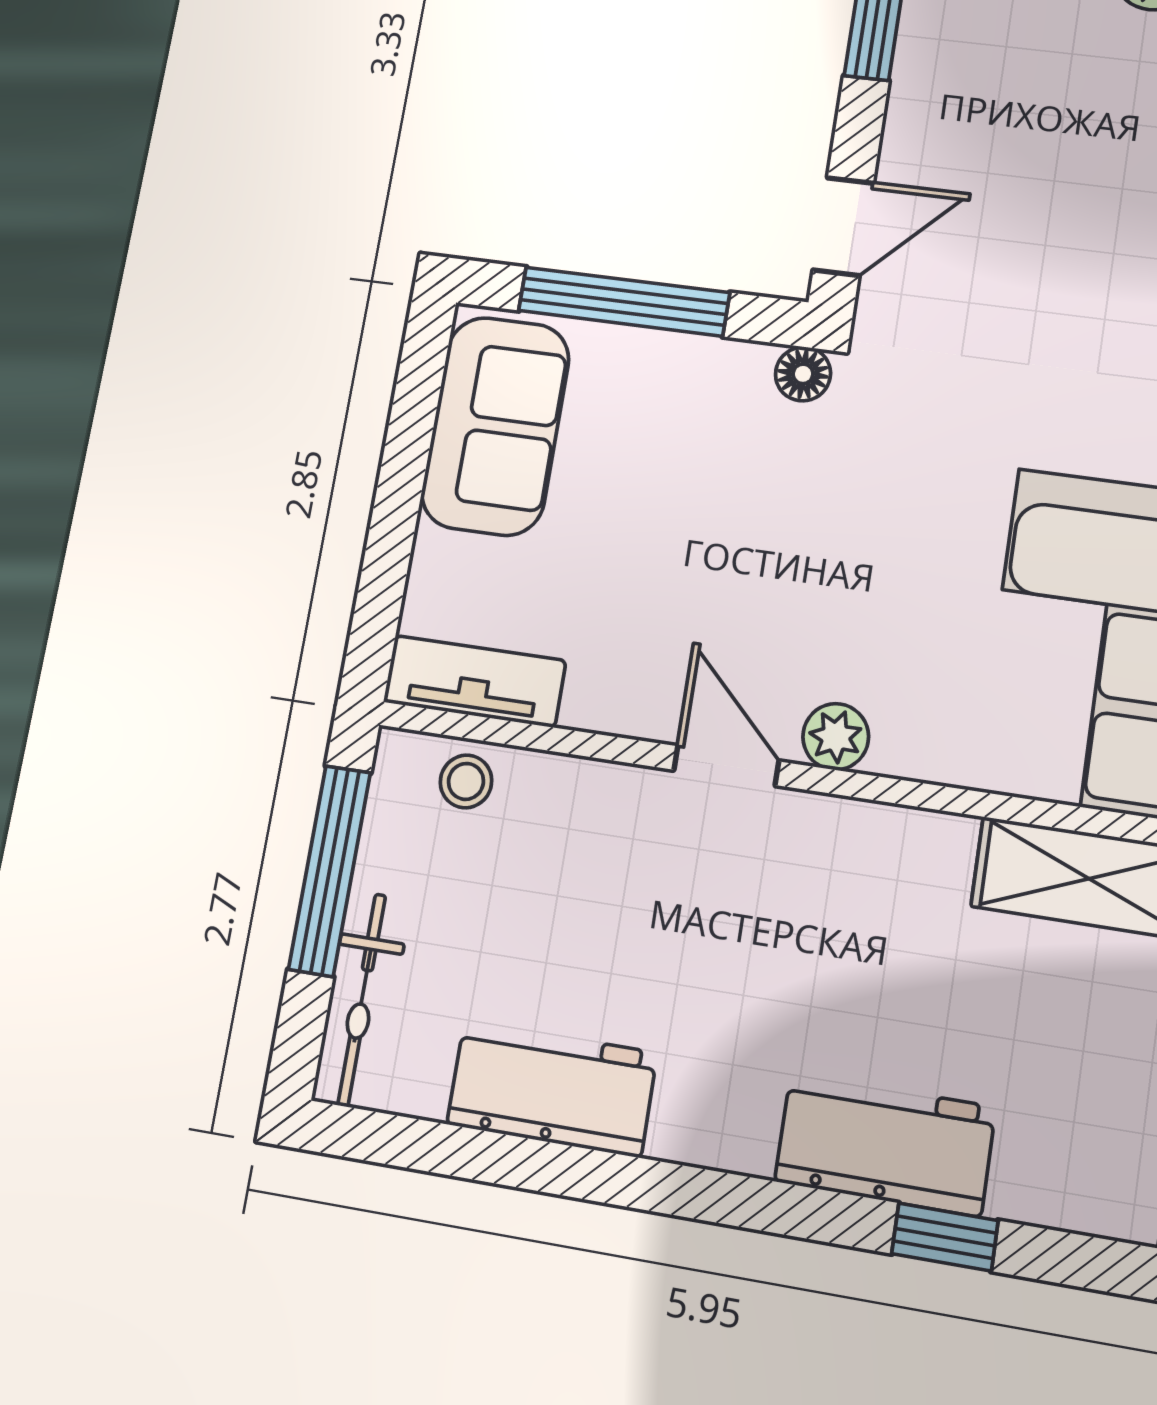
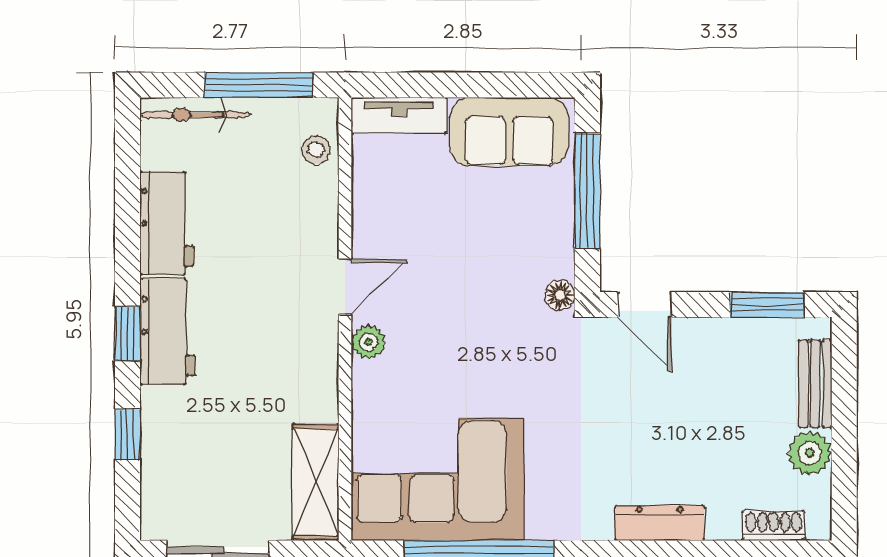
tv unit: (474, 681) -> (399, 116), moved, turned 90
workbench: (885, 1144) -> (167, 331), moved
window: (749, 1203) -> (128, 334), added

